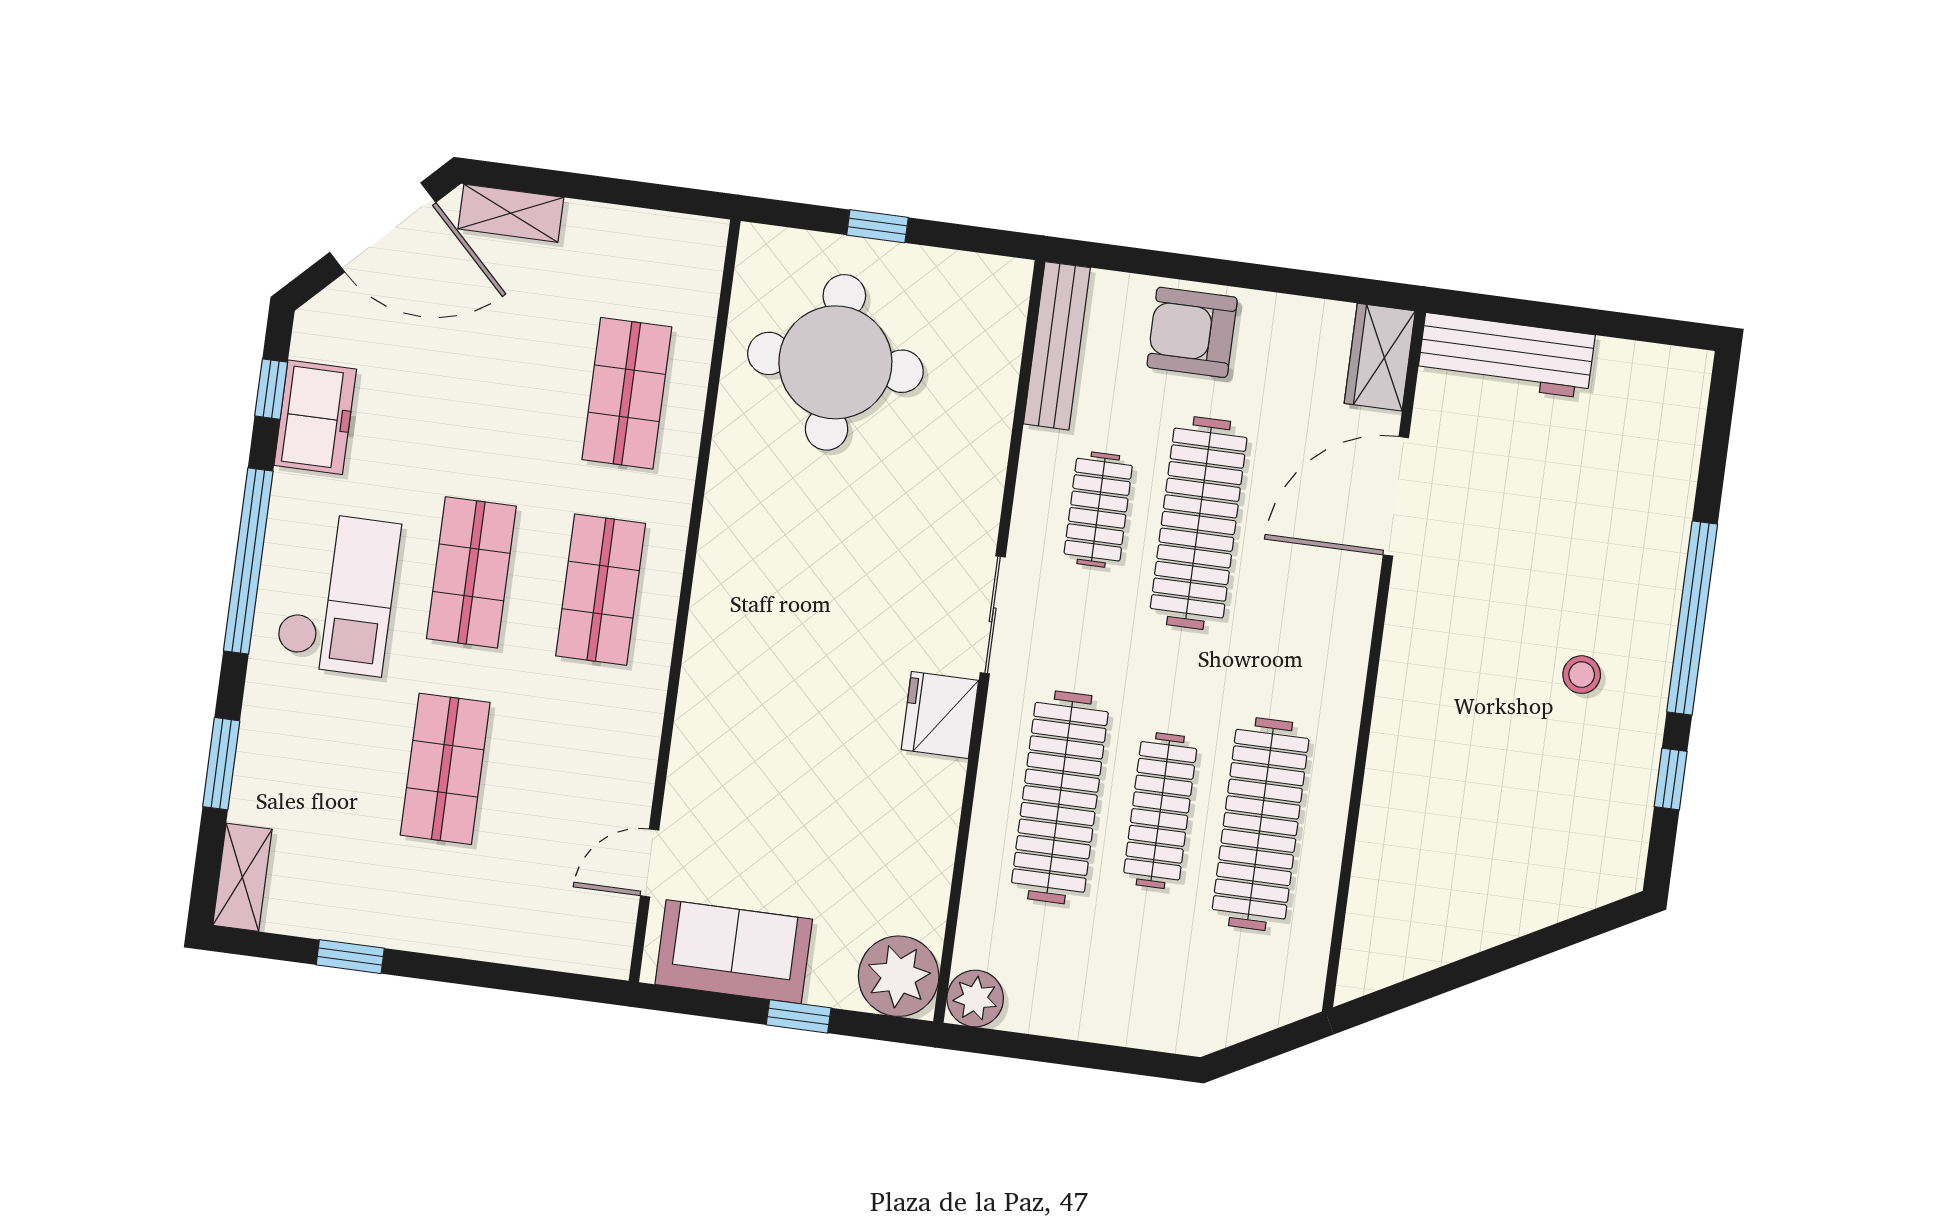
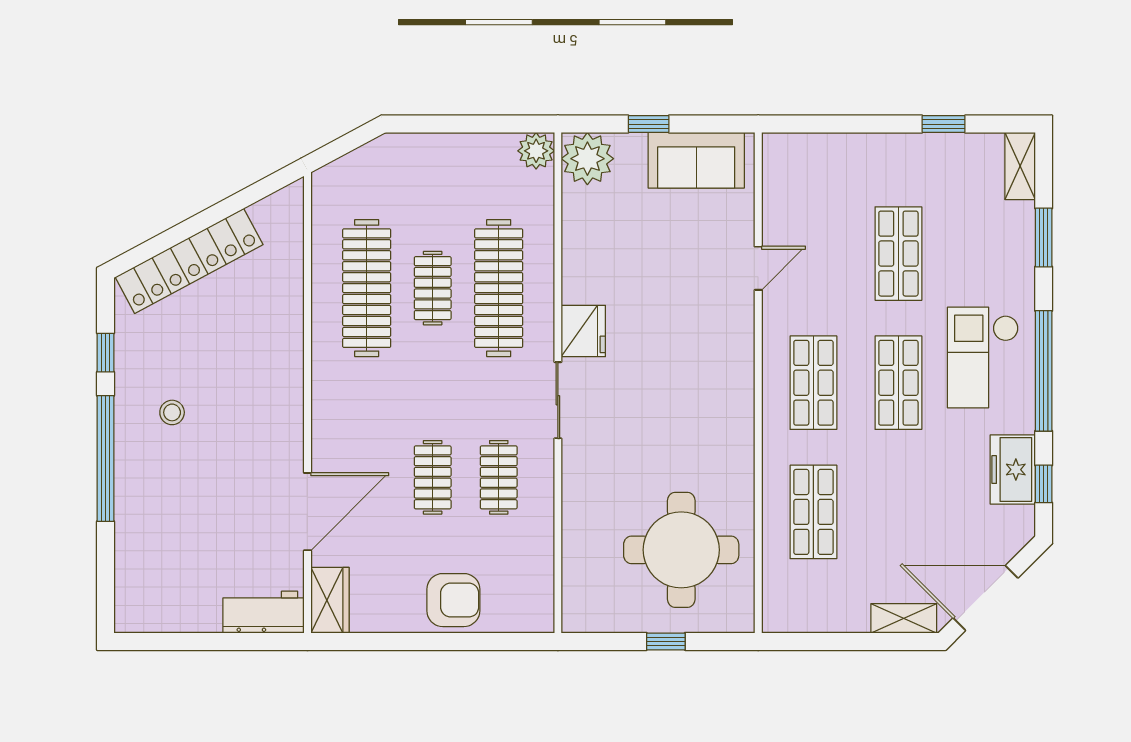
bench: (1057, 346) -> (540, 580), removed
workbench: (1506, 356) -> (264, 612), width x0.73
clothes rail: (1199, 523) -> (433, 477), width x0.54, depth x0.76
clothes rail: (1160, 811) -> (433, 288), width x0.73
door: (650, 863) -> (758, 268), moved
locker: (1525, 901) -> (189, 261), added

